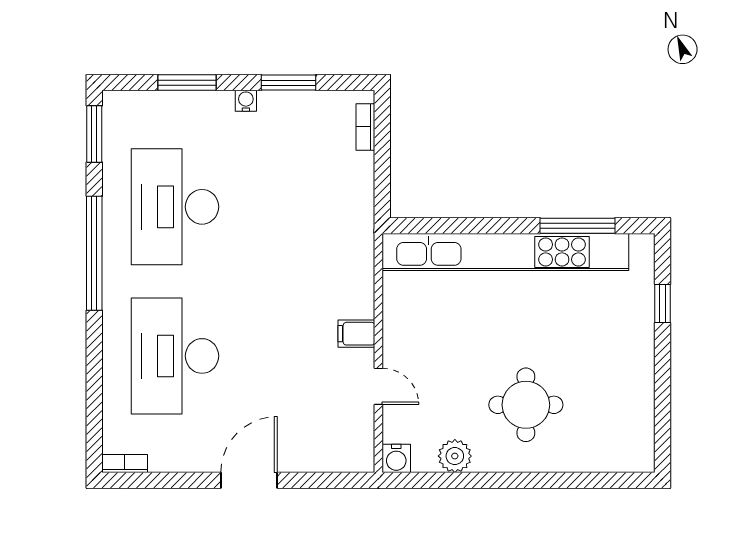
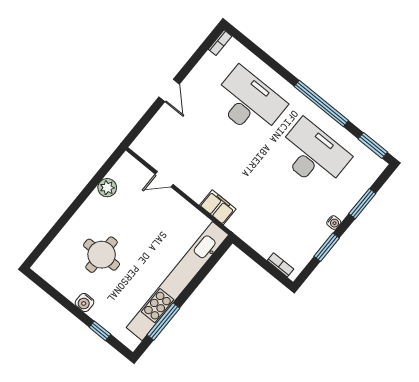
filing cabinet: (356, 334) -> (218, 207), moved, width x2.00
round table: (526, 405) -> (102, 255), moved
water cooler: (396, 458) -> (84, 303), moved, turned -90
door: (249, 480) -> (169, 90), width x0.73

